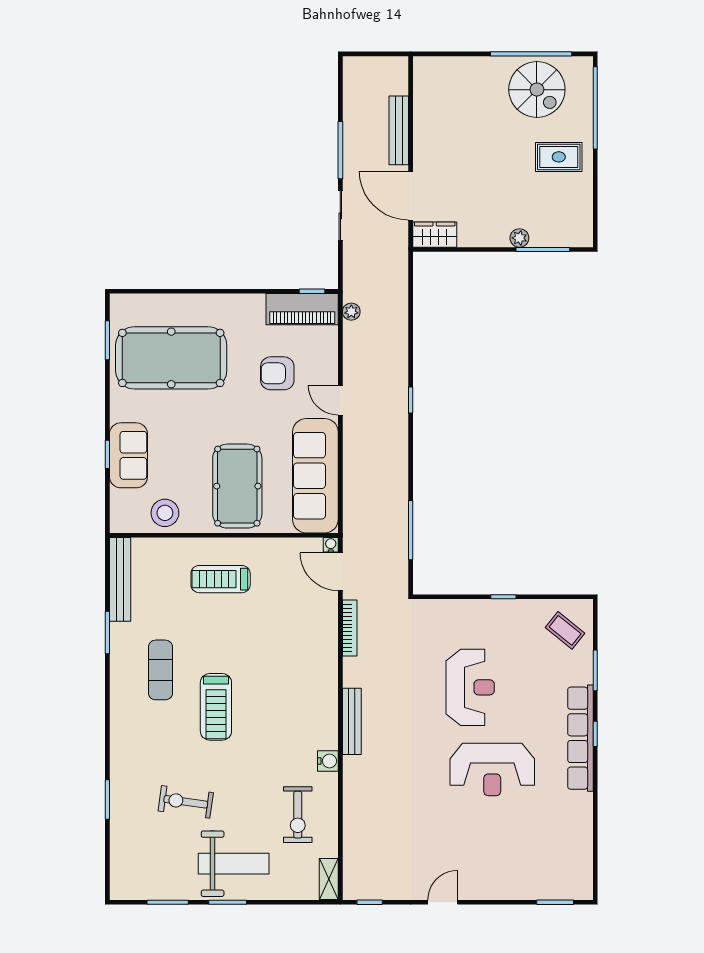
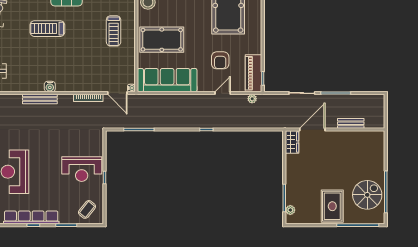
spiral stairs: (537, 90) -> (367, 195), turned 180
bench: (399, 130) -> (351, 123), width x0.73
rug: (559, 157) -> (332, 206), width x1.36, depth x1.43
plant: (519, 238) -> (290, 210), moved
armchair: (277, 373) -> (220, 60), turned 180
door: (340, 400) -> (223, 93), moved
door: (340, 572) -> (117, 93), swing flipped
treadmill: (221, 579) -> (114, 31), turned 180
reception desk: (470, 687) -> (82, 169), moved
water cooler: (328, 761) -> (50, 87), moved

